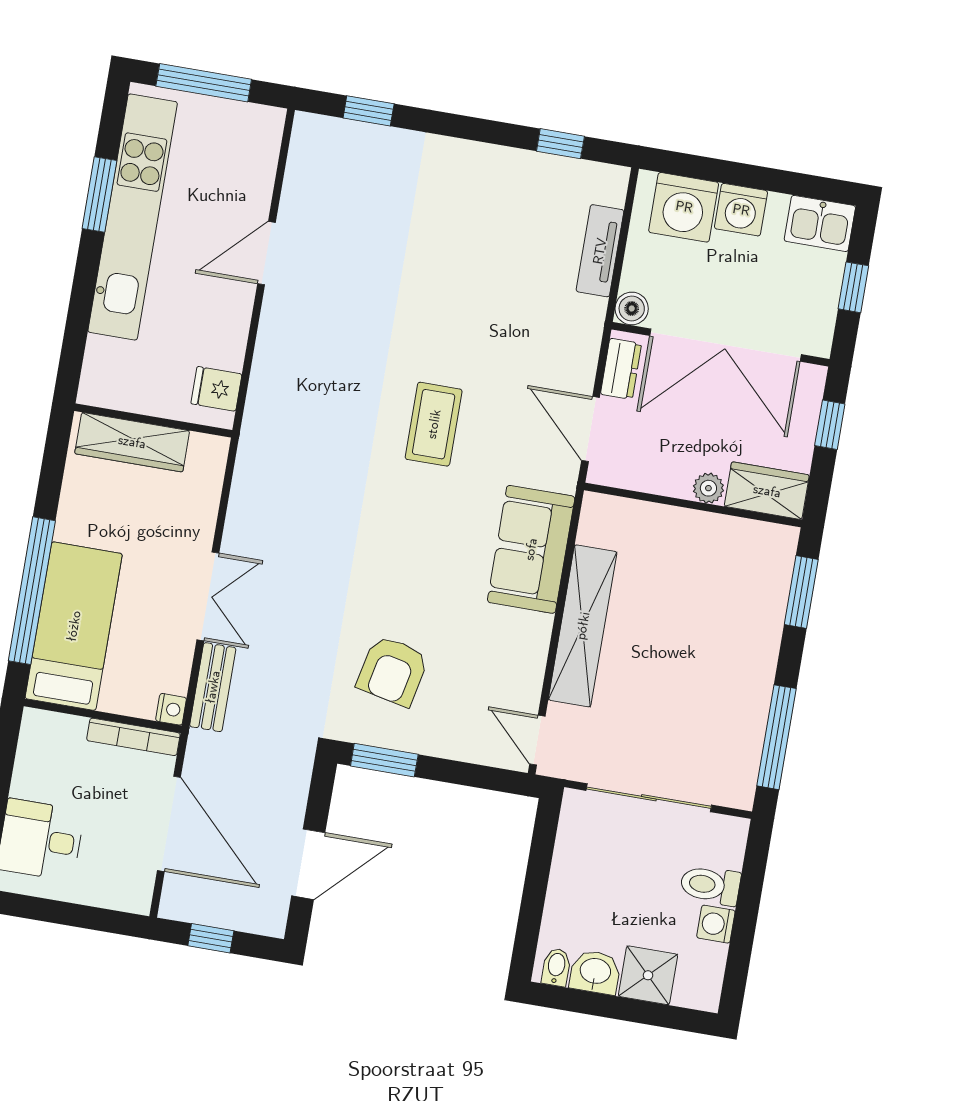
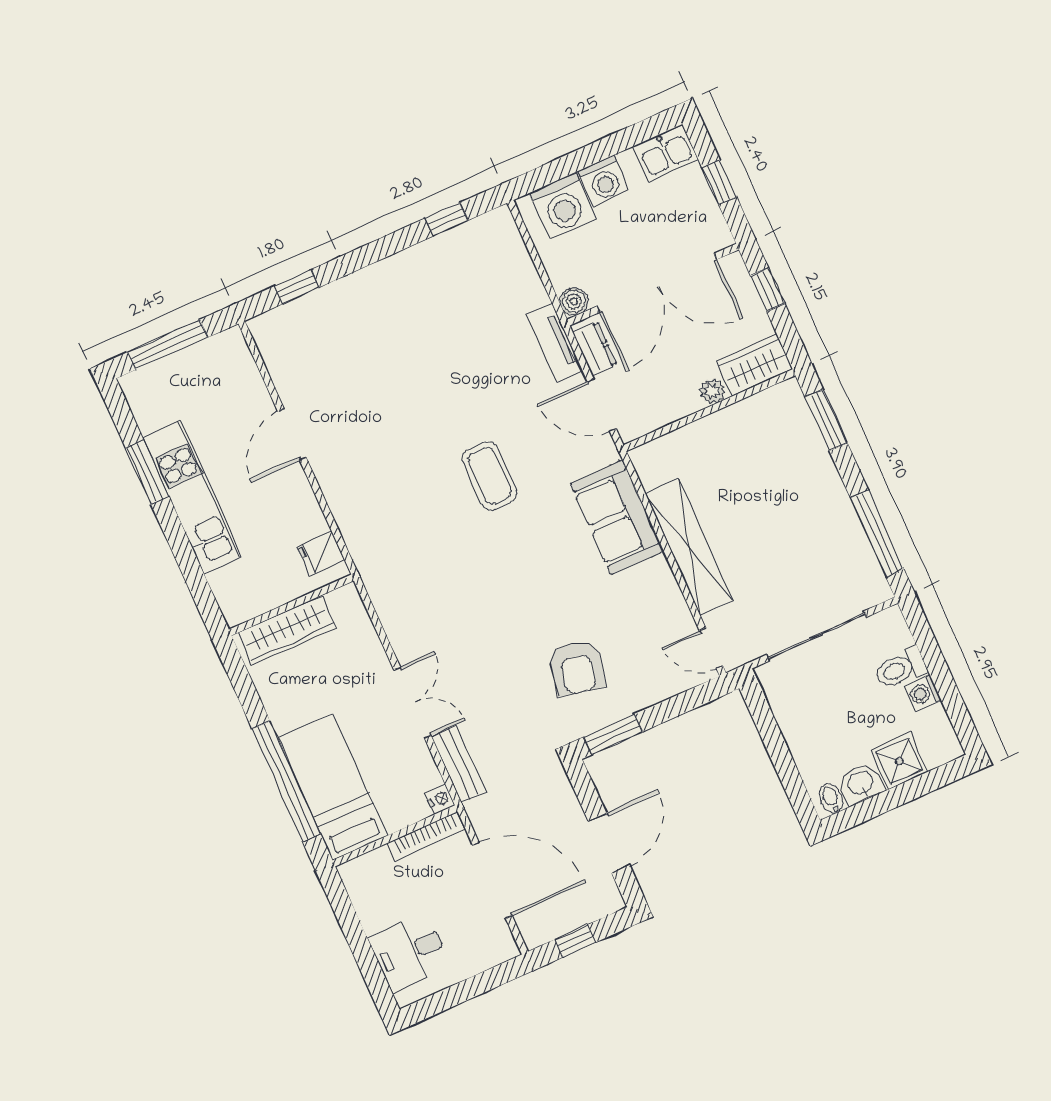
kitchen unit: (133, 217) -> (192, 497), width x0.73
tv unit: (600, 251) -> (555, 343), moved

